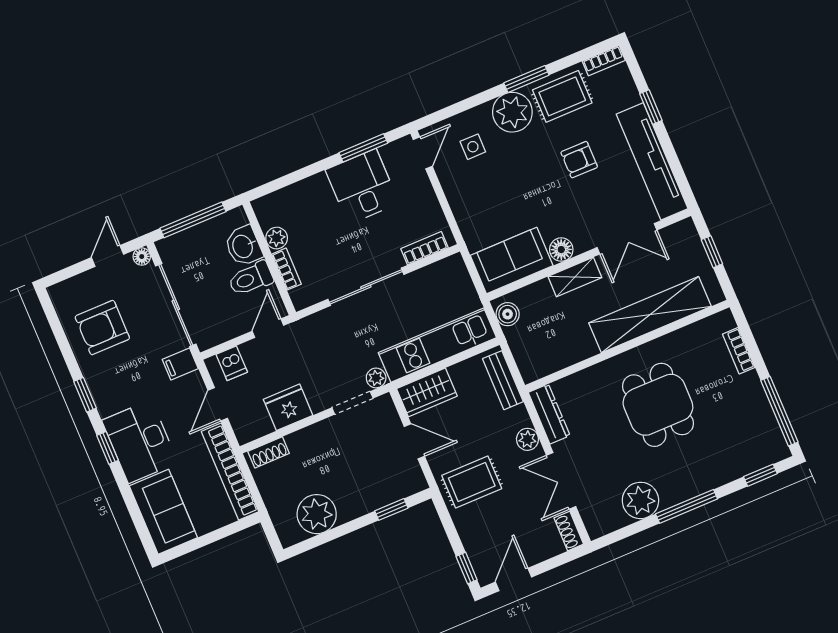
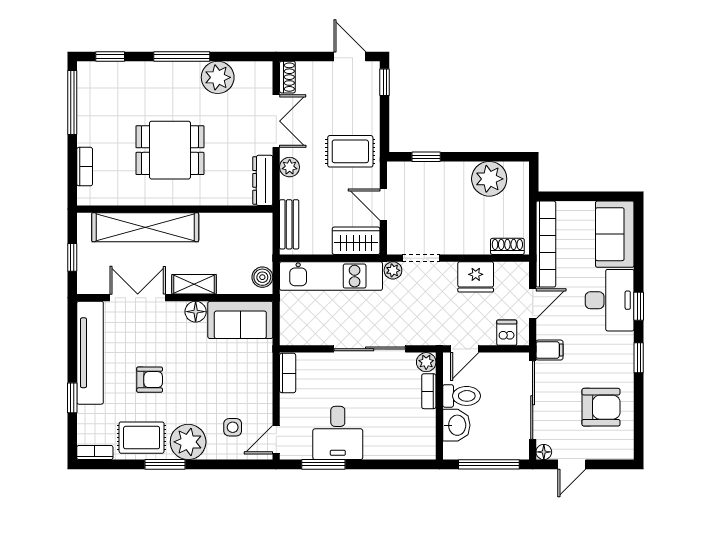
plant: (277, 238) -> (426, 362), moved
bookcase: (424, 248) -> (288, 373), moved, turned -90
dining table: (658, 405) -> (170, 150), turned 90
door: (513, 579) -> (350, 56), swing flipped

